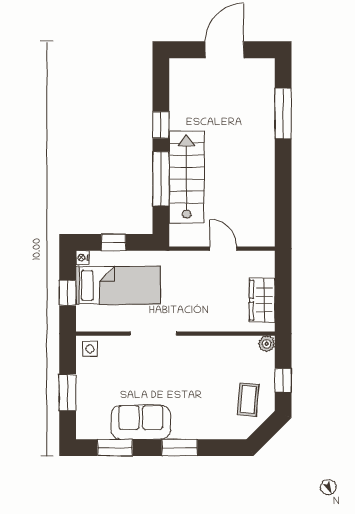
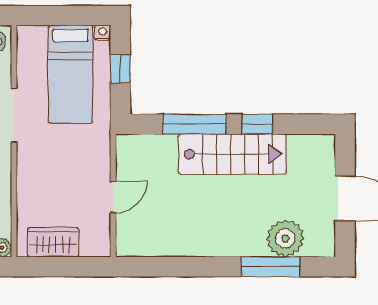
plant: (259, 101) -> (285, 238), added
stairs: (187, 177) -> (233, 154), moved
window: (68, 293) -> (62, 15), removed

